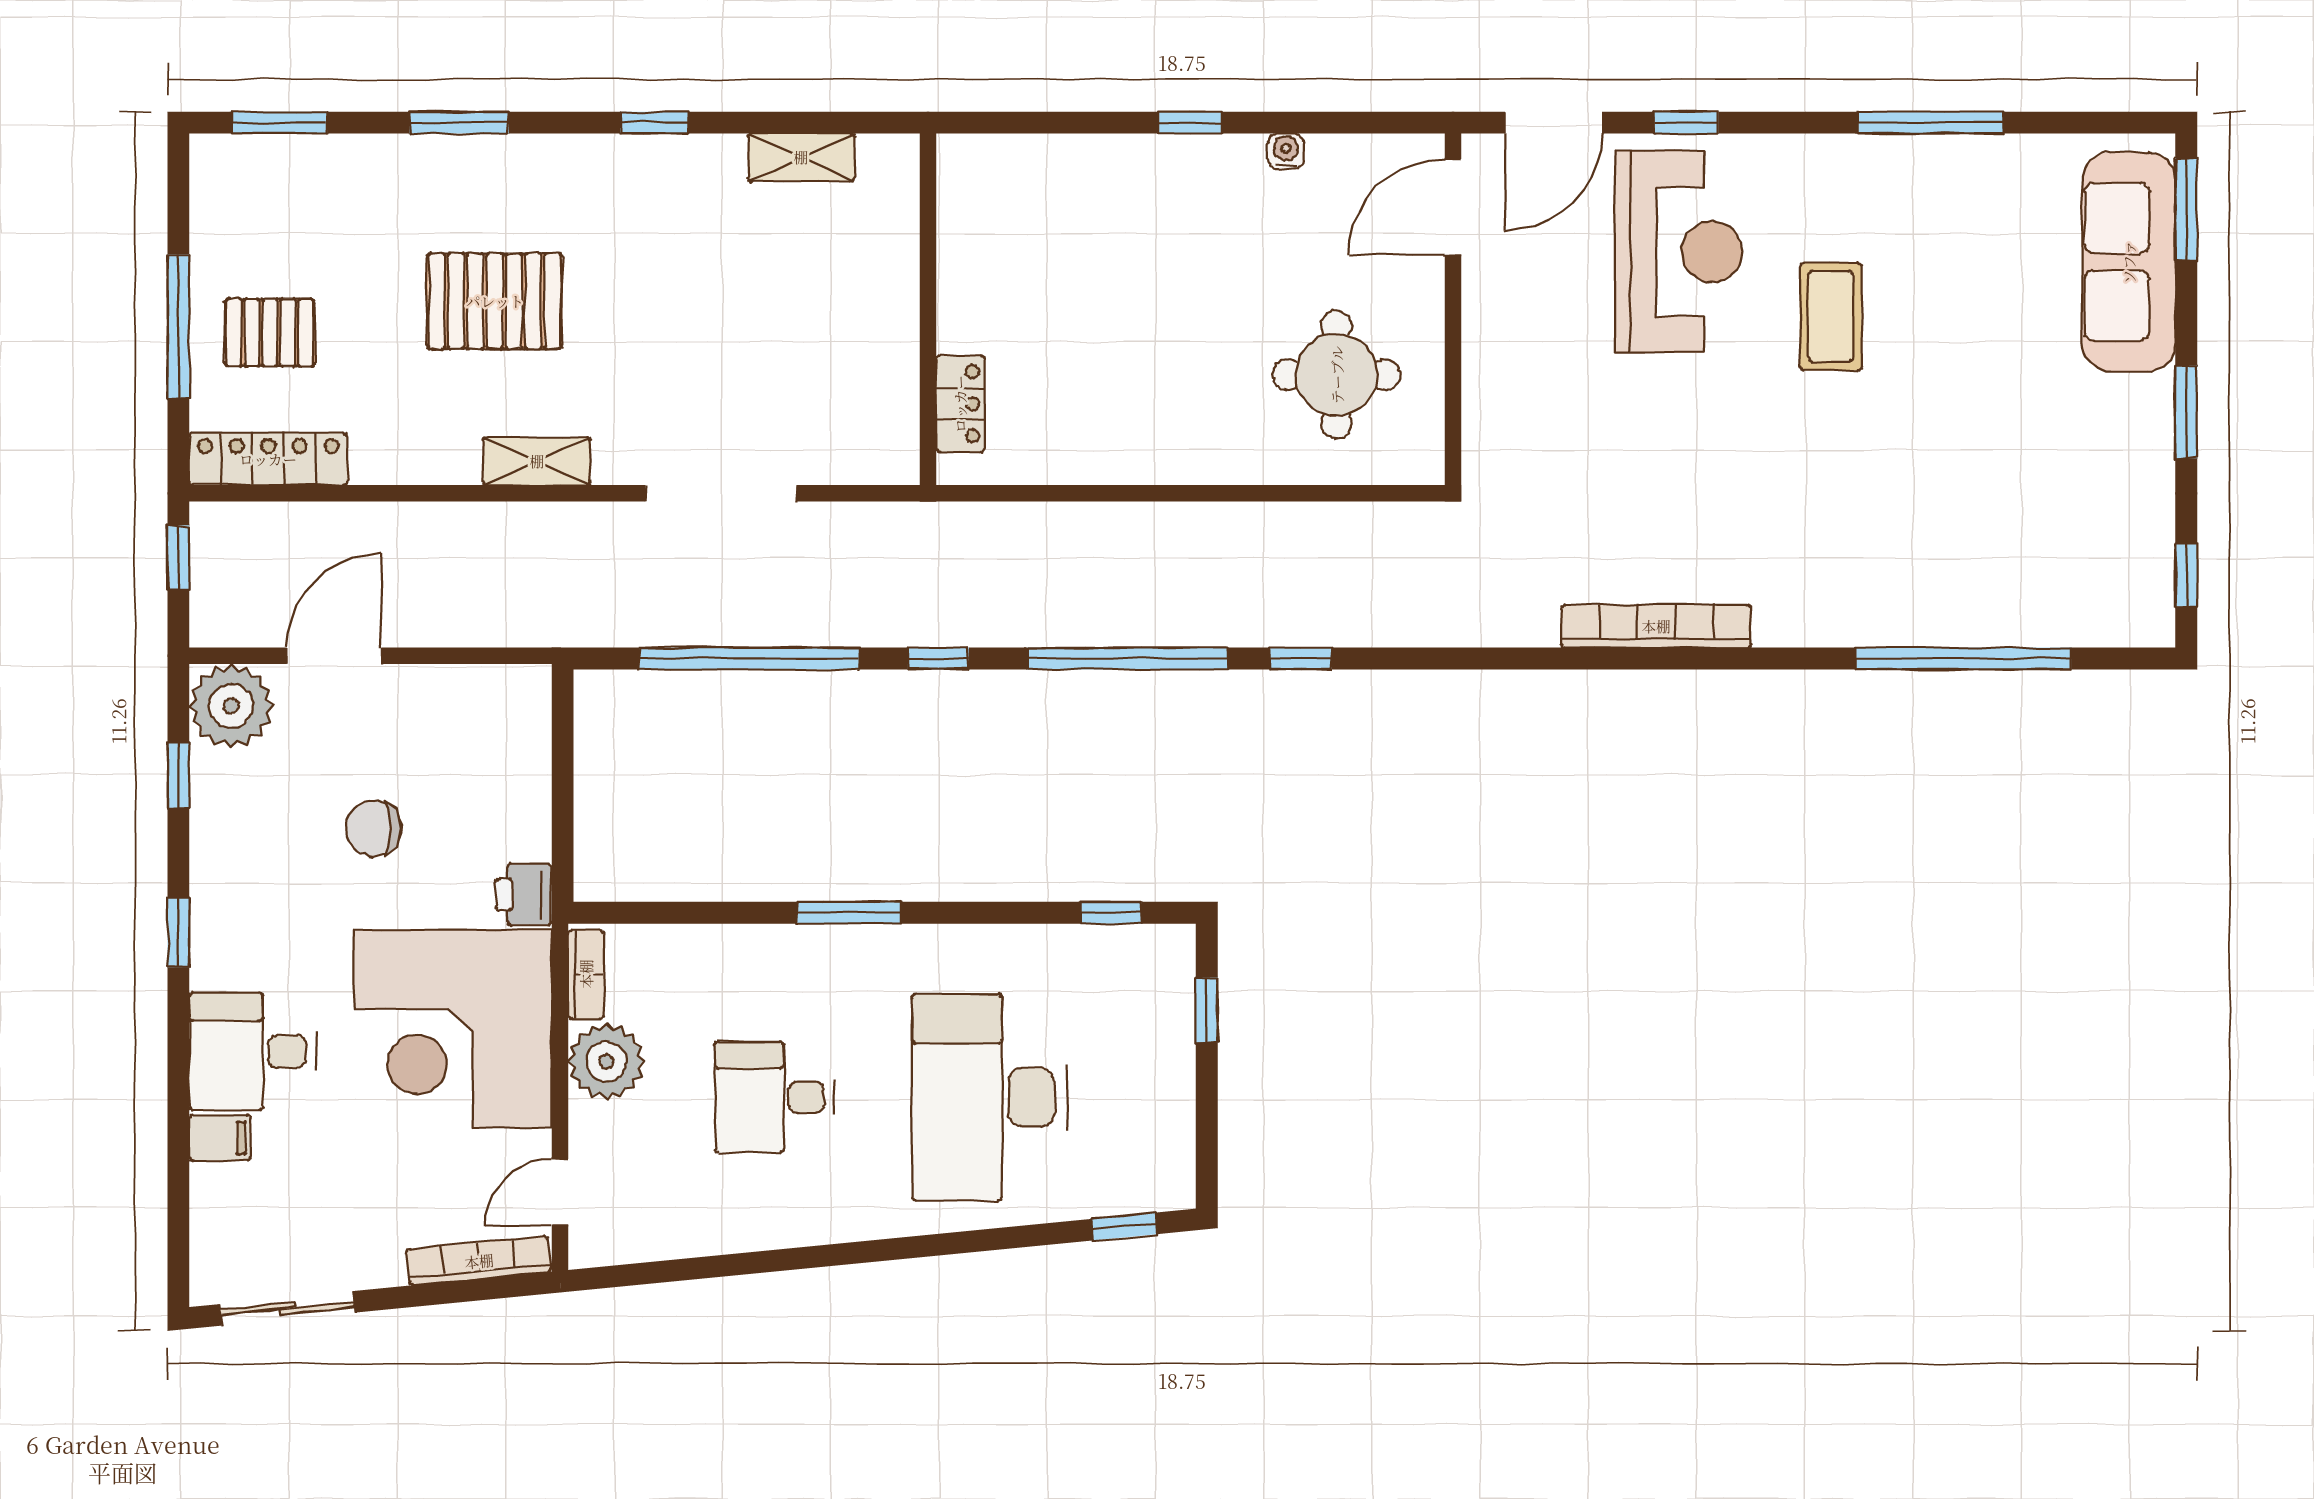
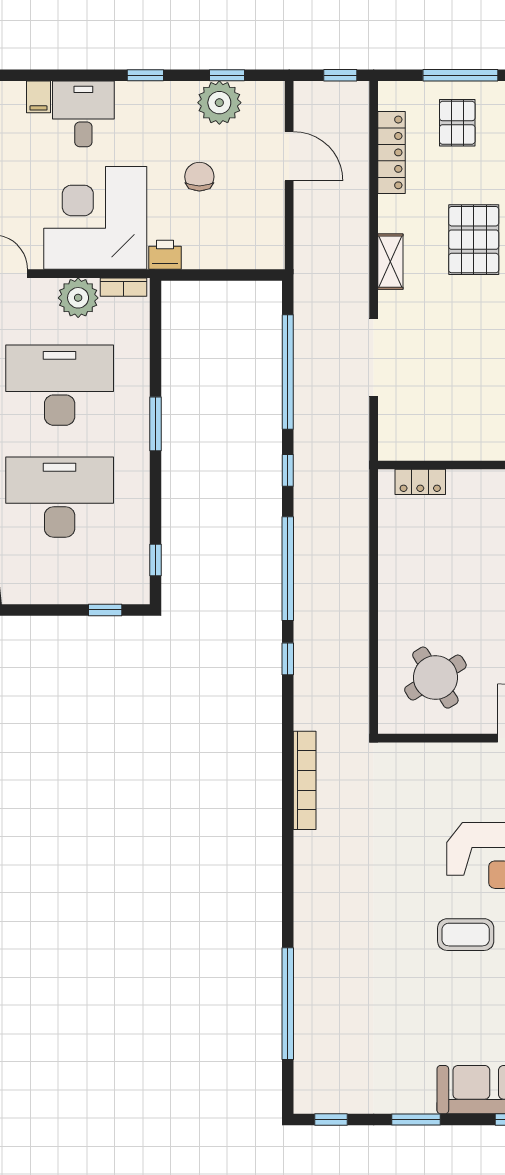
round table: (1337, 375) -> (435, 678), turned -32
locker: (268, 459) -> (391, 152), moved
bookcase: (1656, 626) -> (305, 780), moved
plant: (231, 706) -> (219, 103), moved
desk: (774, 1097) -> (60, 385), width x1.87, depth x1.30

